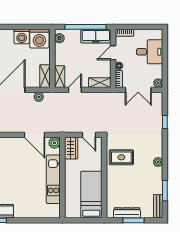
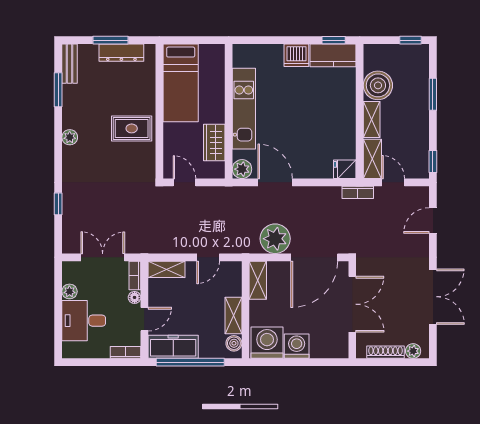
shelving: (60, 77) -> (233, 316), moved
plant: (158, 83) -> (69, 291), moved
plant: (39, 97) -> (275, 239), width x1.88, depth x1.88
wardrobe: (71, 148) -> (214, 143), moved
rug: (121, 157) -> (132, 128), moved
dishwasher: (22, 211) -> (296, 55), added

